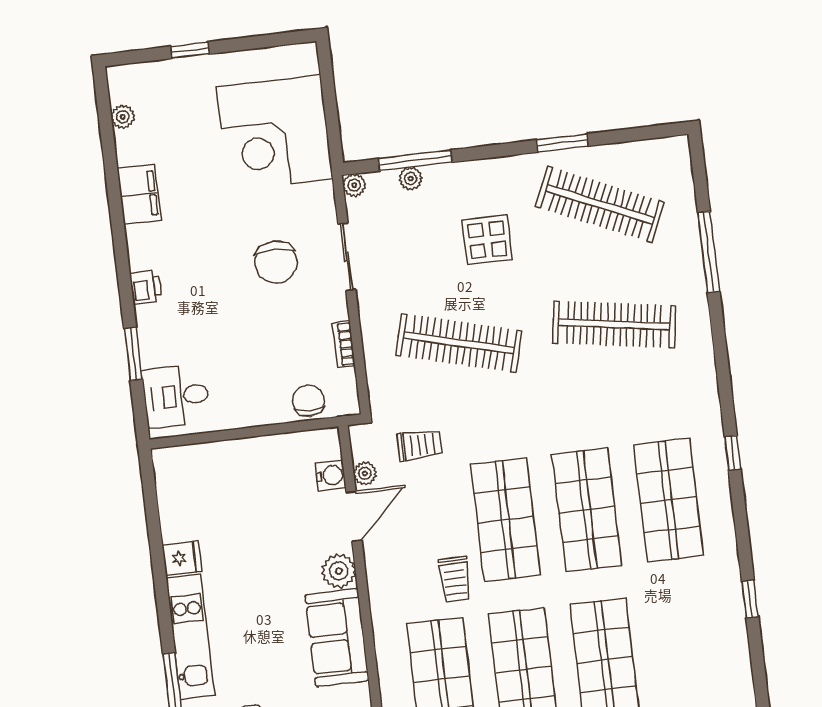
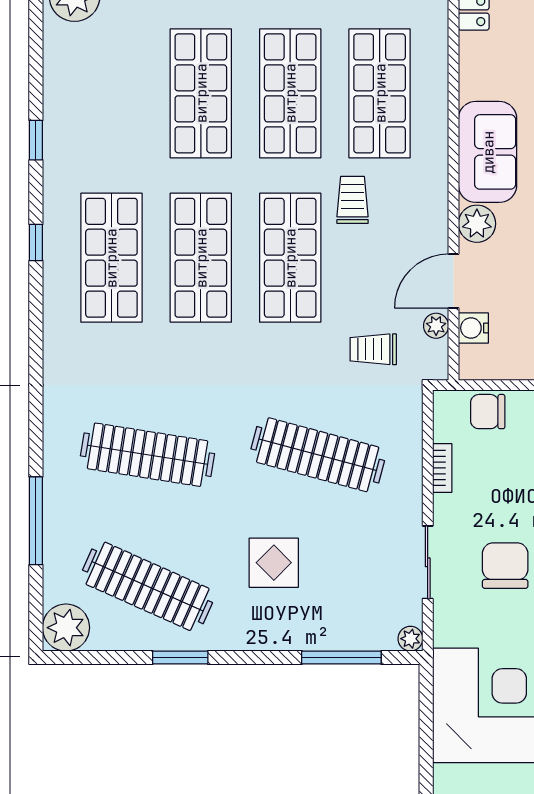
plant: (411, 179) -> (66, 628), moved, width x1.87, depth x1.87
chair: (308, 401) -> (488, 412), turned 90
window: (733, 453) -> (36, 242), moved

